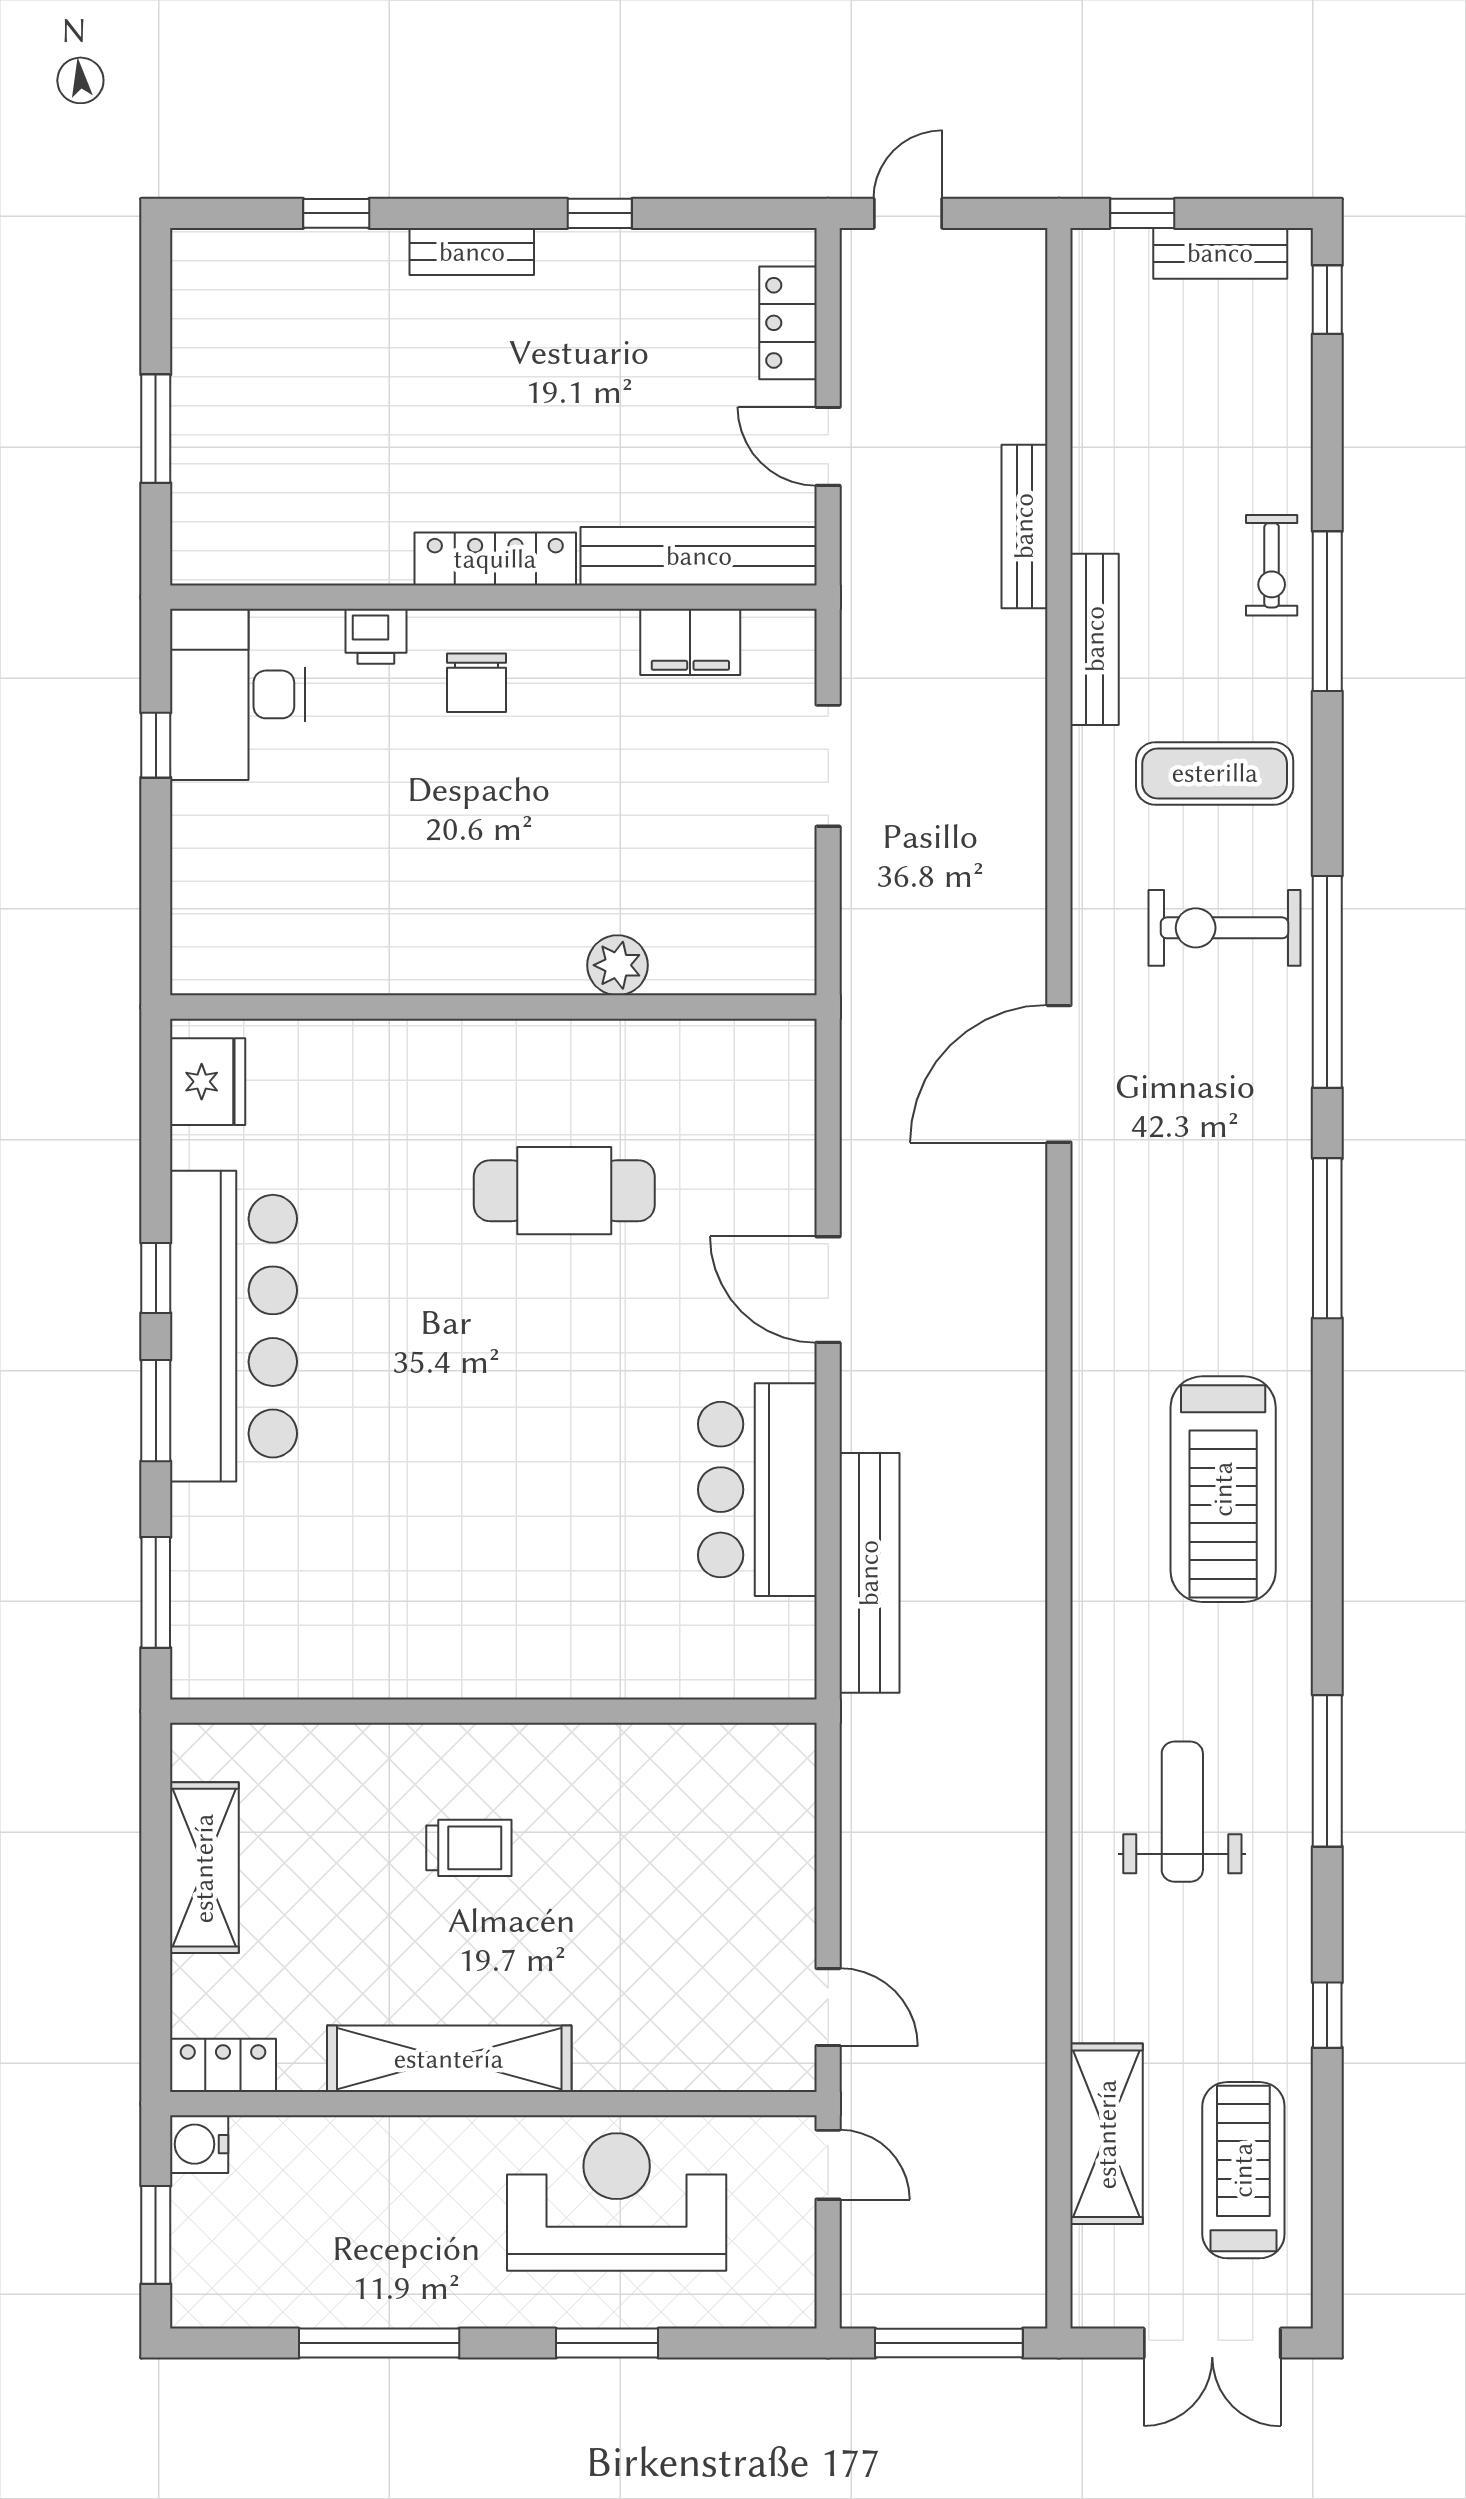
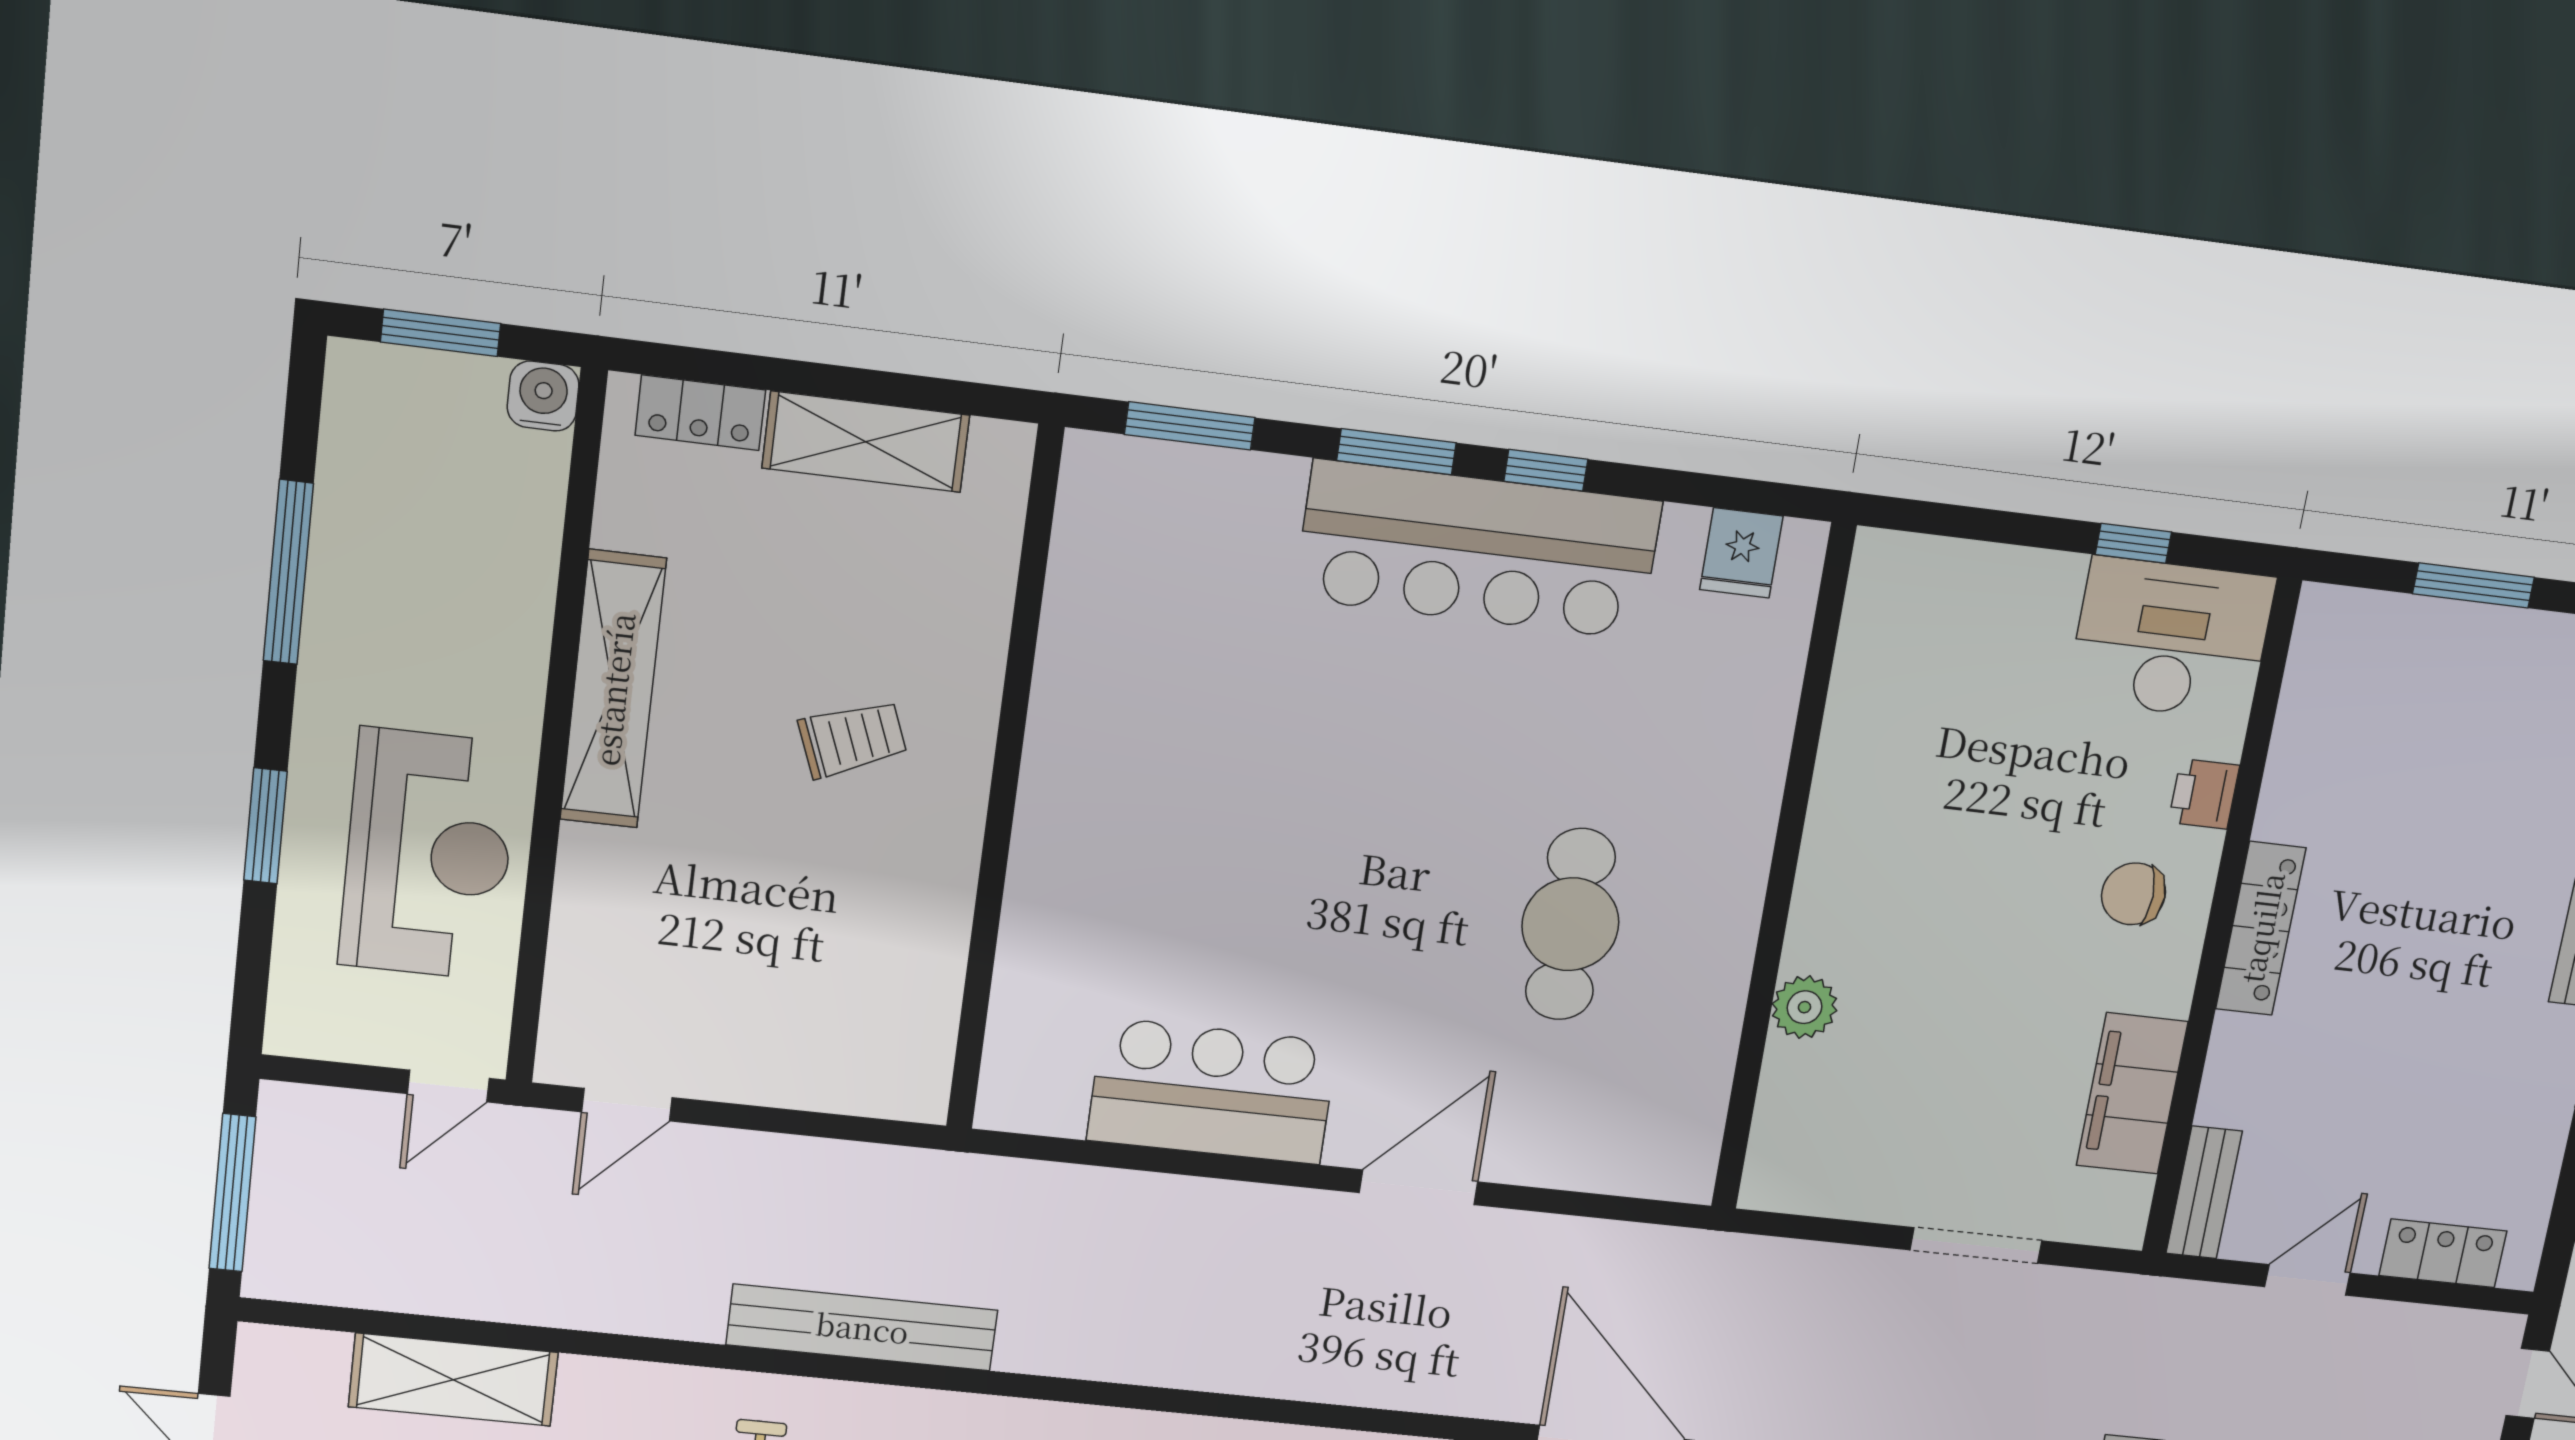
bench: (699, 556) -> (2204, 1192), width x0.54, depth x0.82
filing cabinet: (690, 642) -> (2132, 1094), width x1.50, depth x1.17
fridge: (208, 1082) -> (1741, 553), width x0.72
bench: (869, 1573) -> (862, 1327), moved
trolley: (469, 1848) -> (853, 739), turned -111
locker: (223, 2065) -> (700, 413), moved, turned 90

